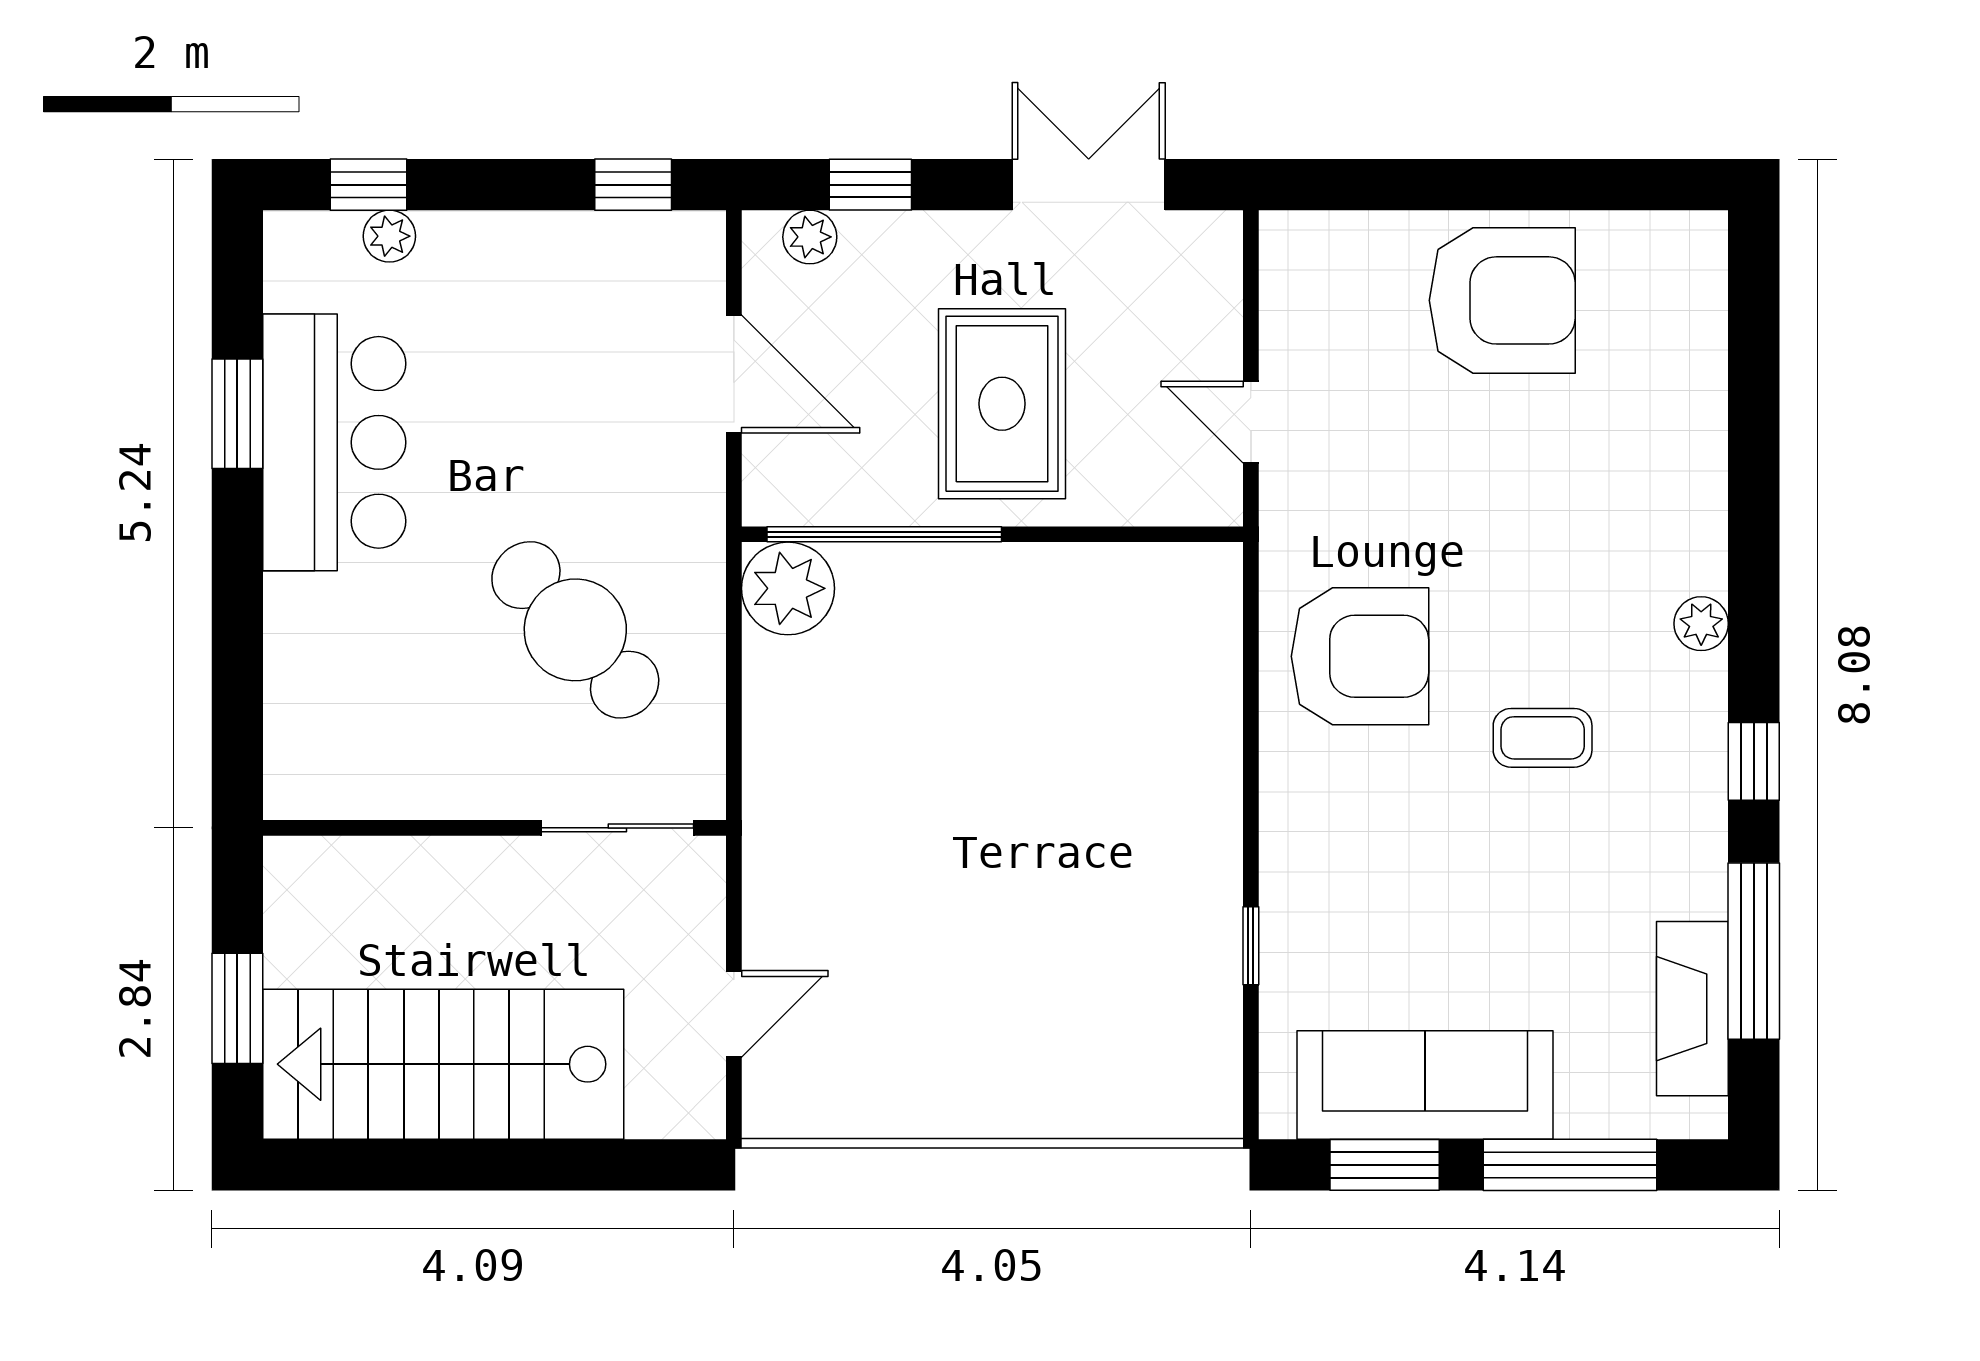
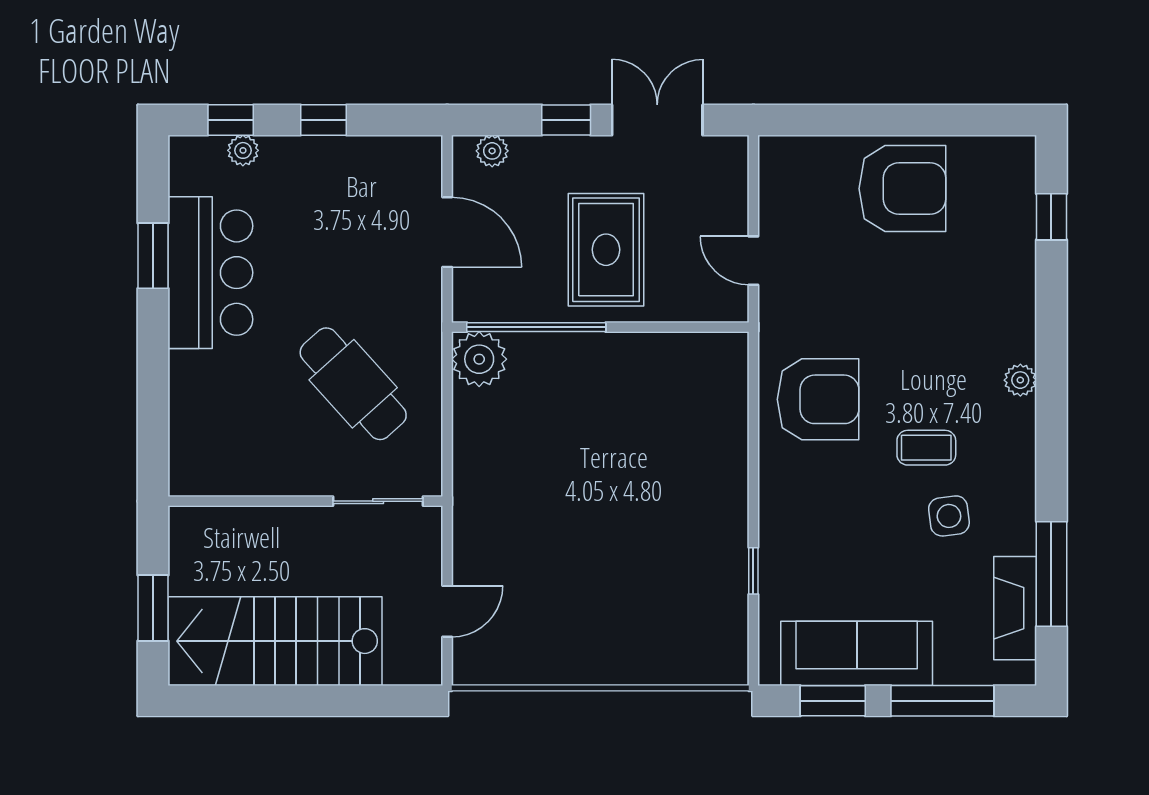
window: (633, 185) -> (323, 120), moved
window: (870, 185) -> (566, 120), moved
window: (1754, 761) -> (1051, 217), moved
side table: (1581, 853) -> (949, 516), added

